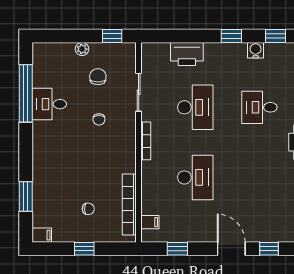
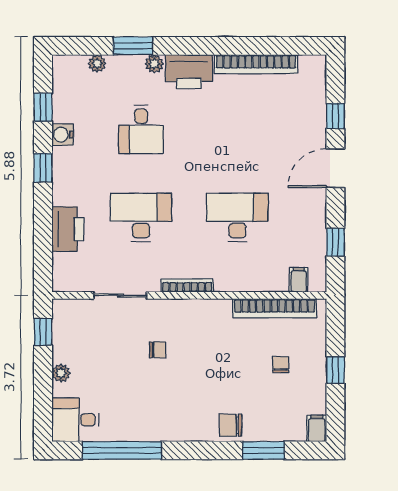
chair: (98, 77) -> (230, 425), moved
desk: (49, 104) -> (75, 420), moved, turned 90

